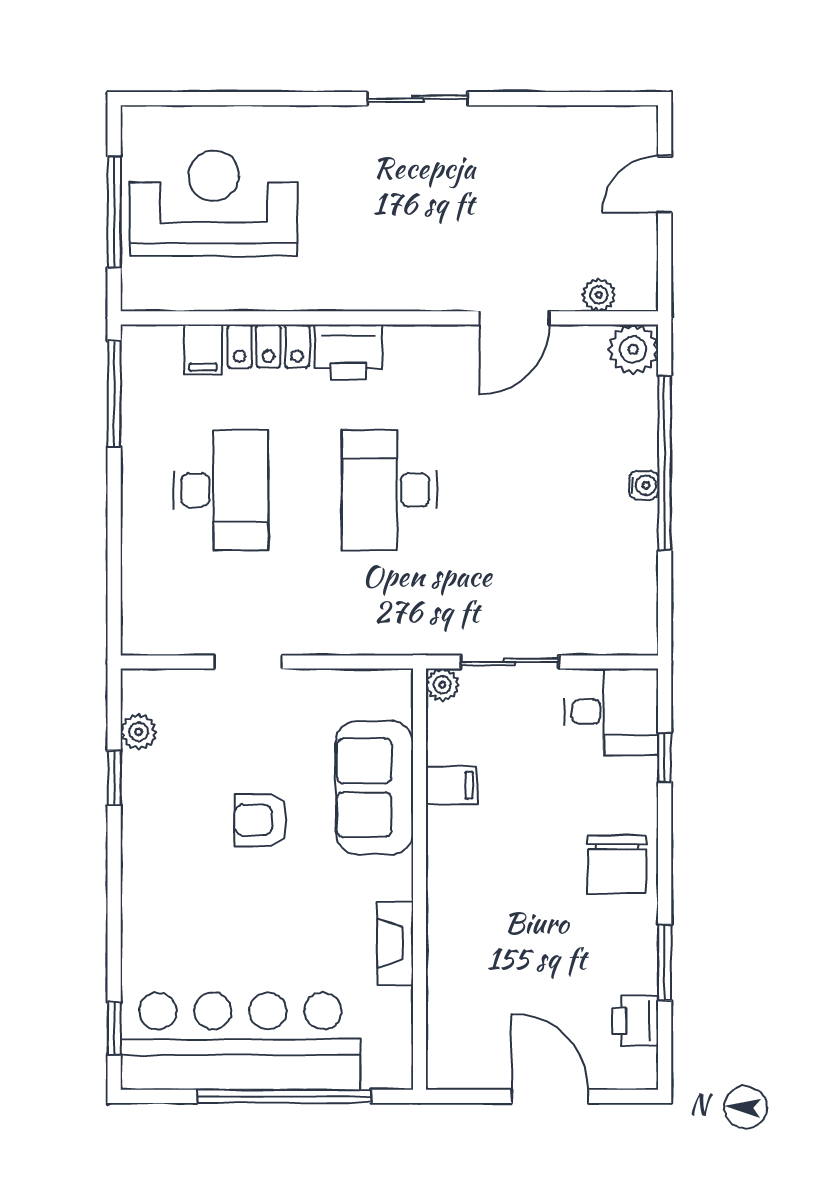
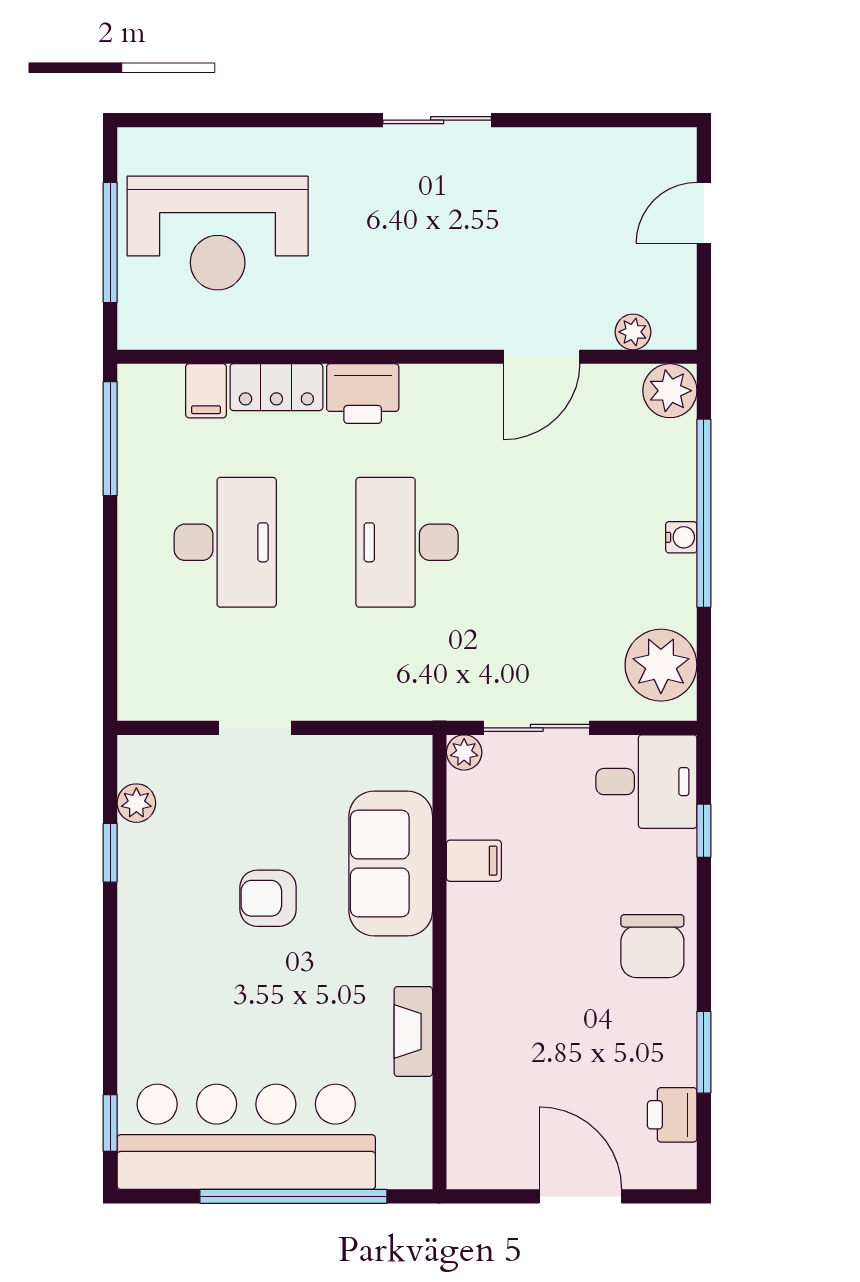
reception desk: (214, 203) -> (218, 233), turned 180
plant: (625, 604) -> (661, 665), added

